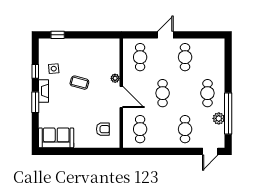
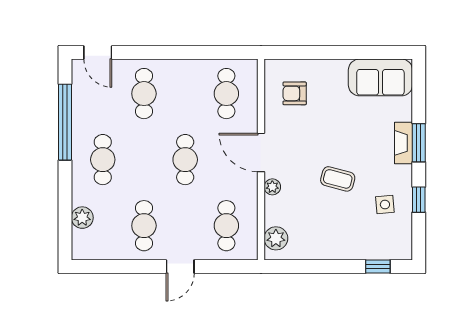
plant: (113, 50) -> (276, 238), added
fireplace: (44, 91) -> (404, 143), moved
plant: (219, 118) -> (82, 218), moved
door: (210, 151) -> (98, 53), swing flipped

